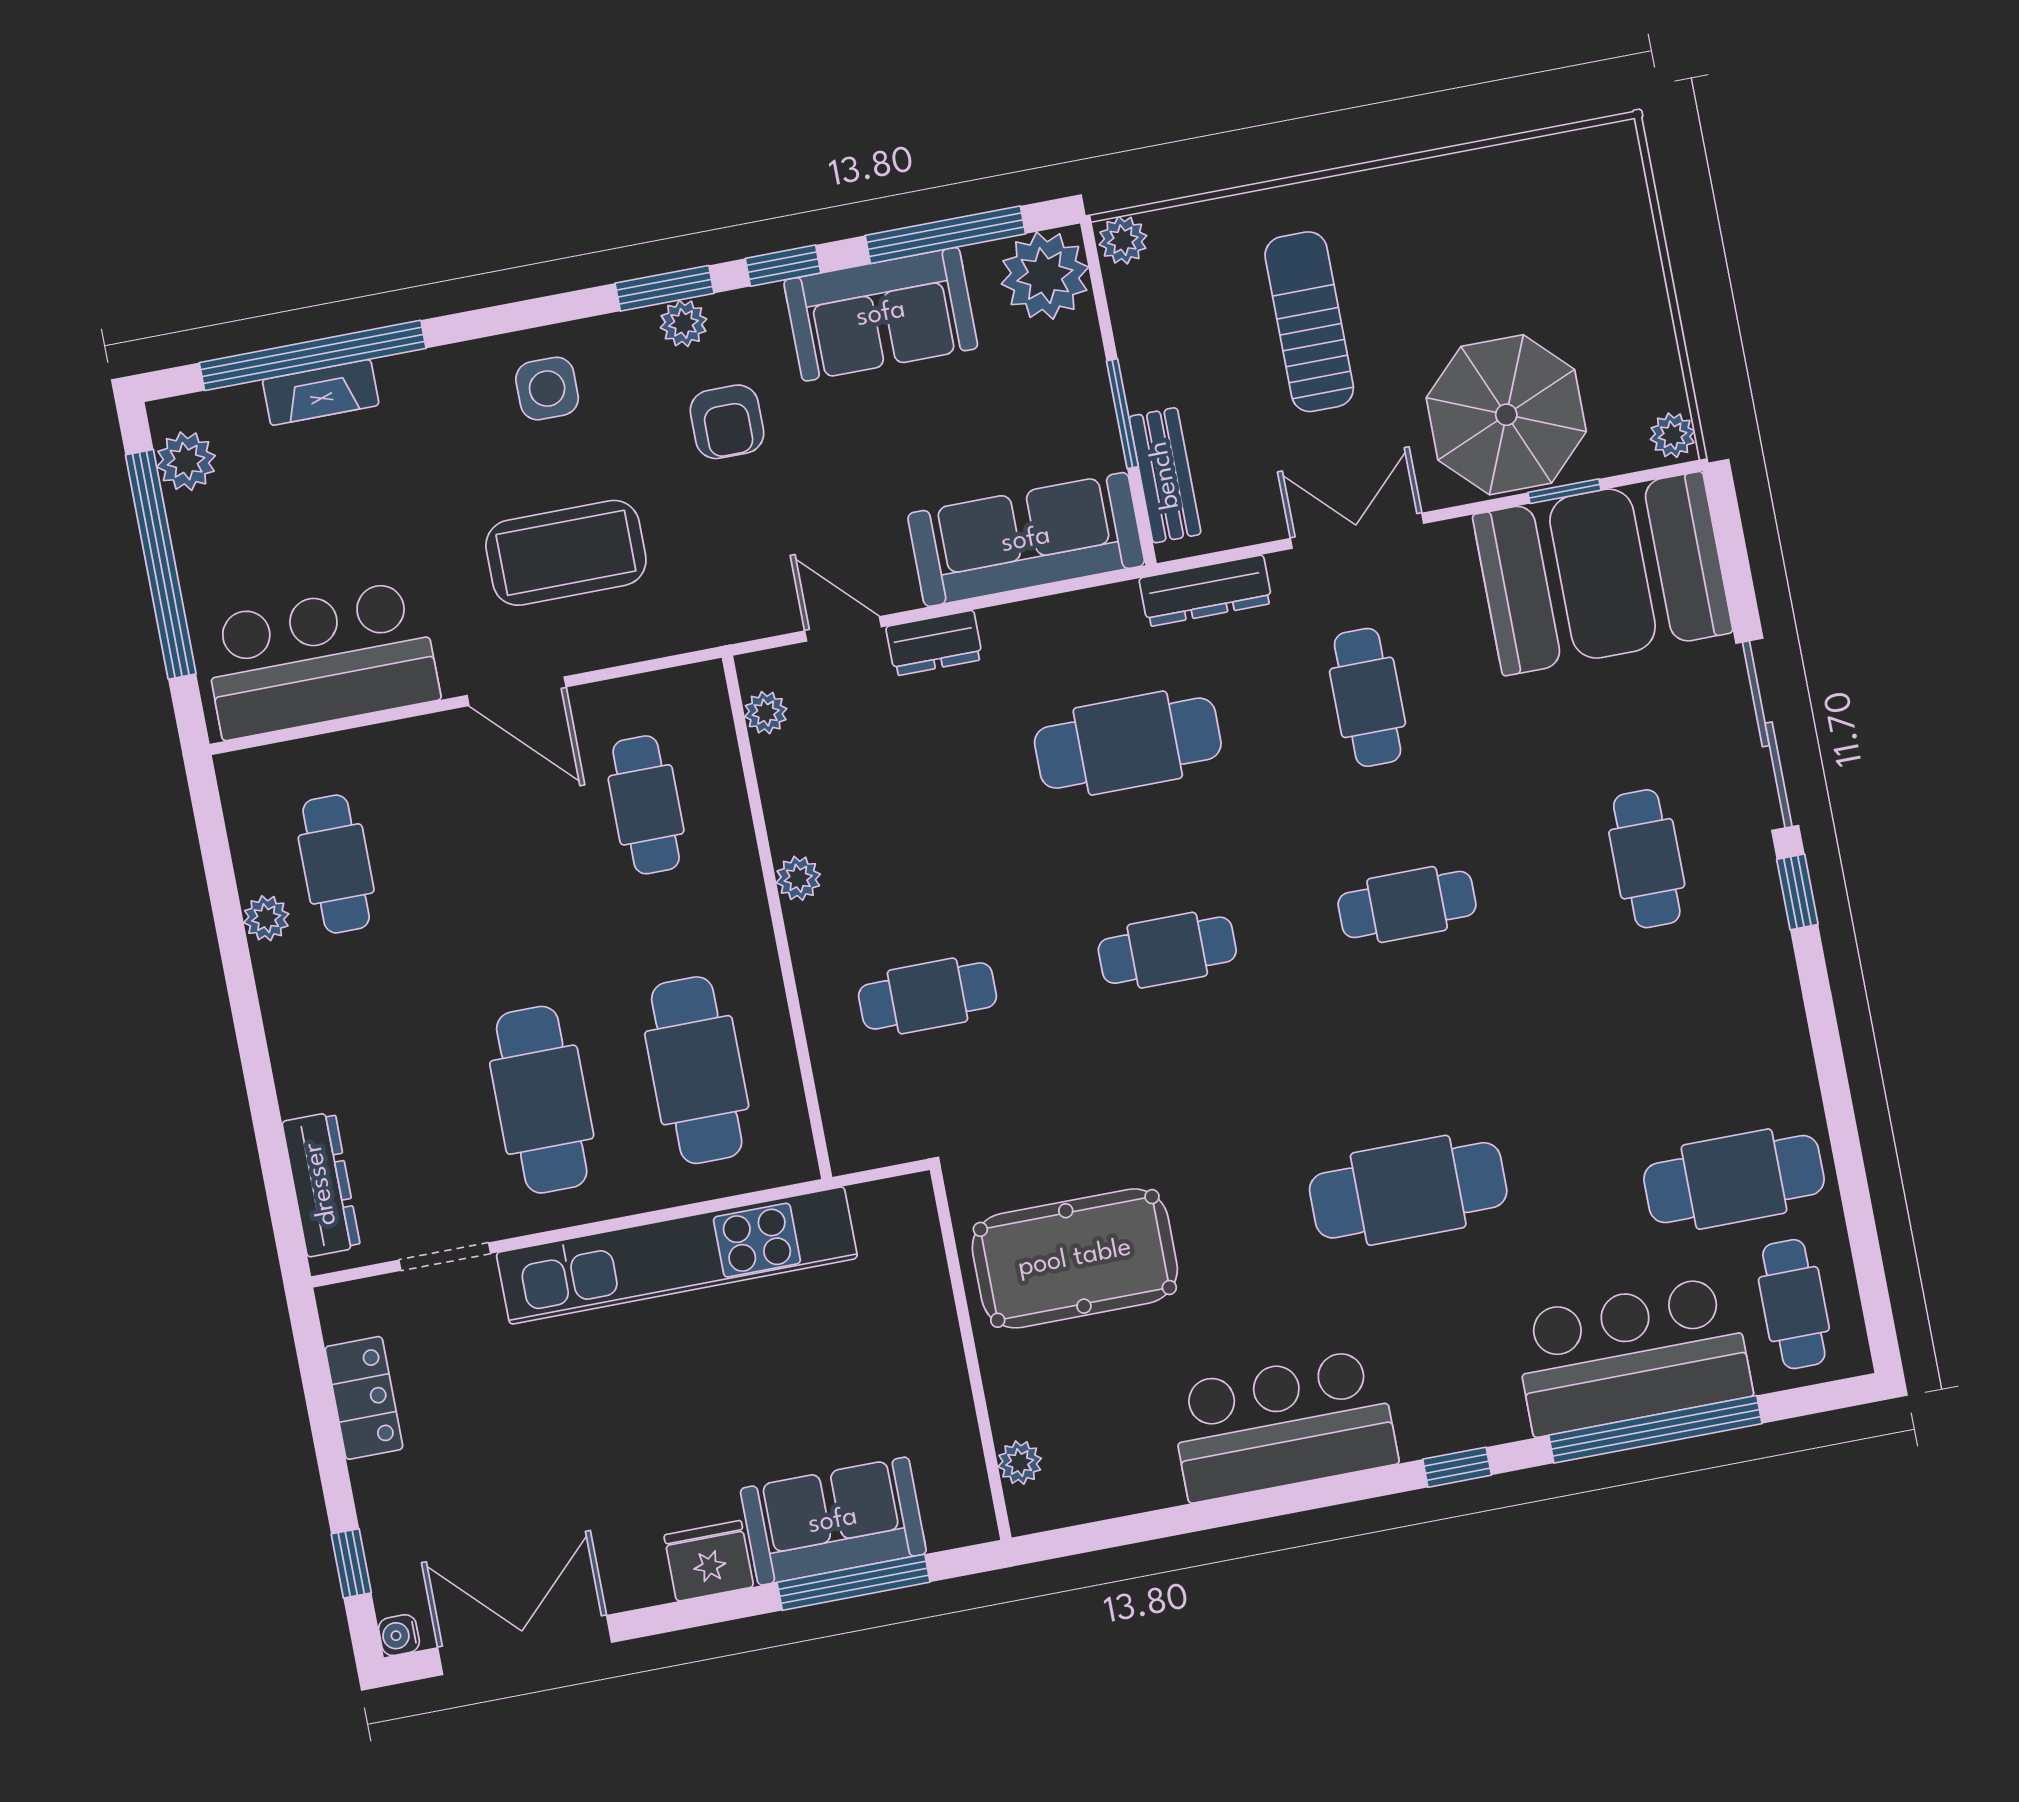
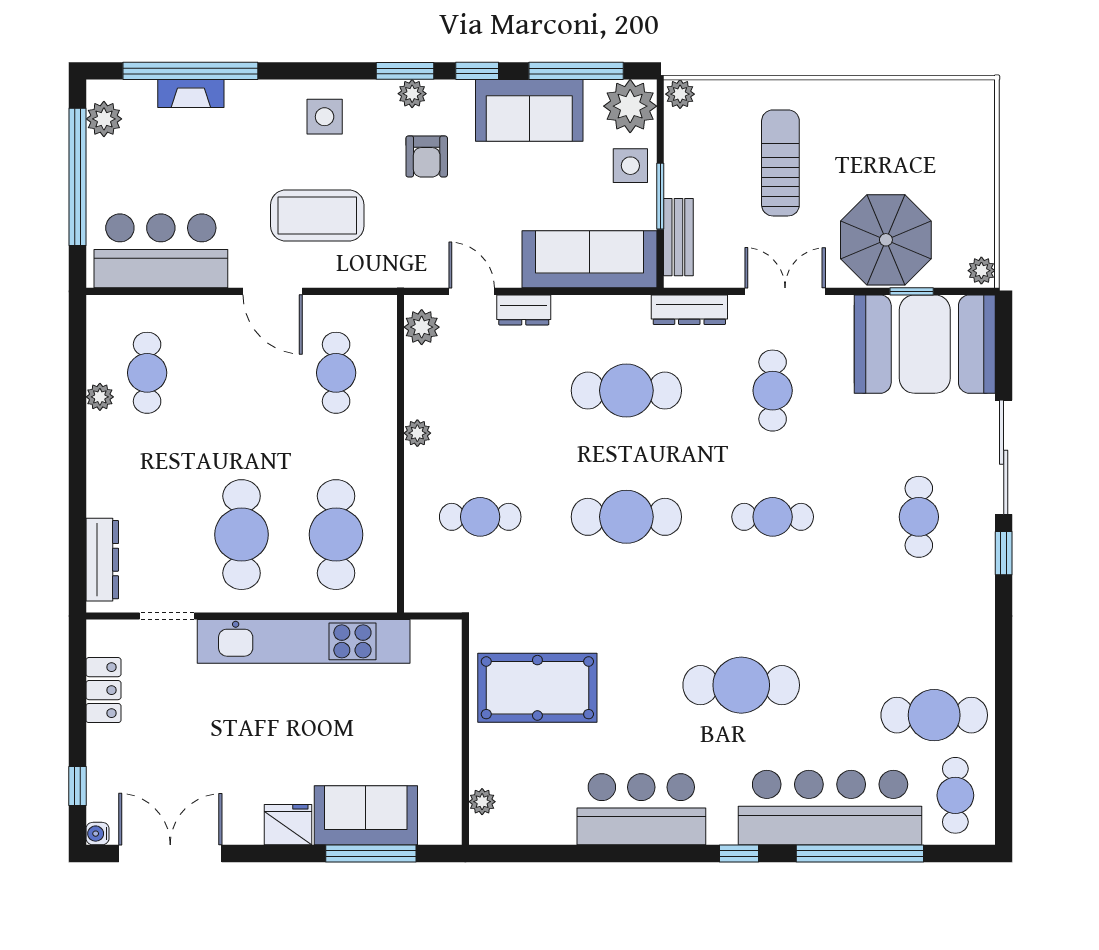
side table: (1064, 373) -> (630, 166), added
plant: (766, 713) -> (422, 327), width x1.38, depth x1.38
cafe table: (1167, 950) -> (626, 517), width x1.37, depth x1.35
bar counter: (1632, 1356) -> (830, 808), width x1.36

